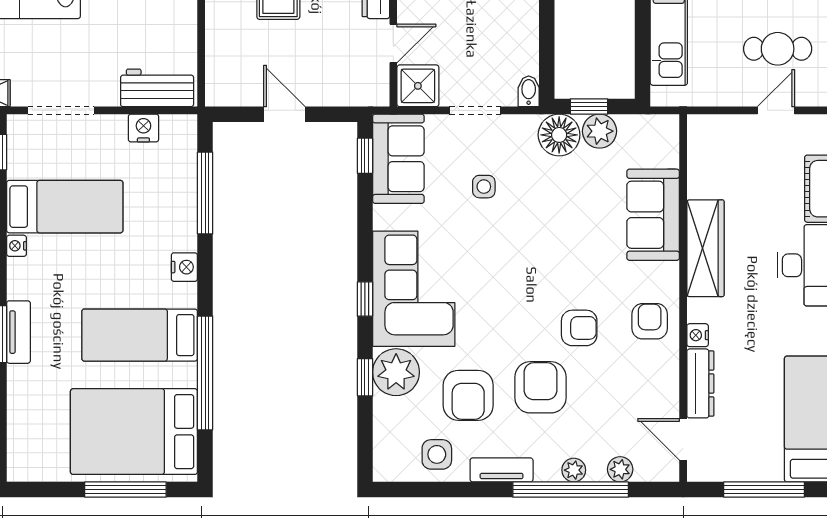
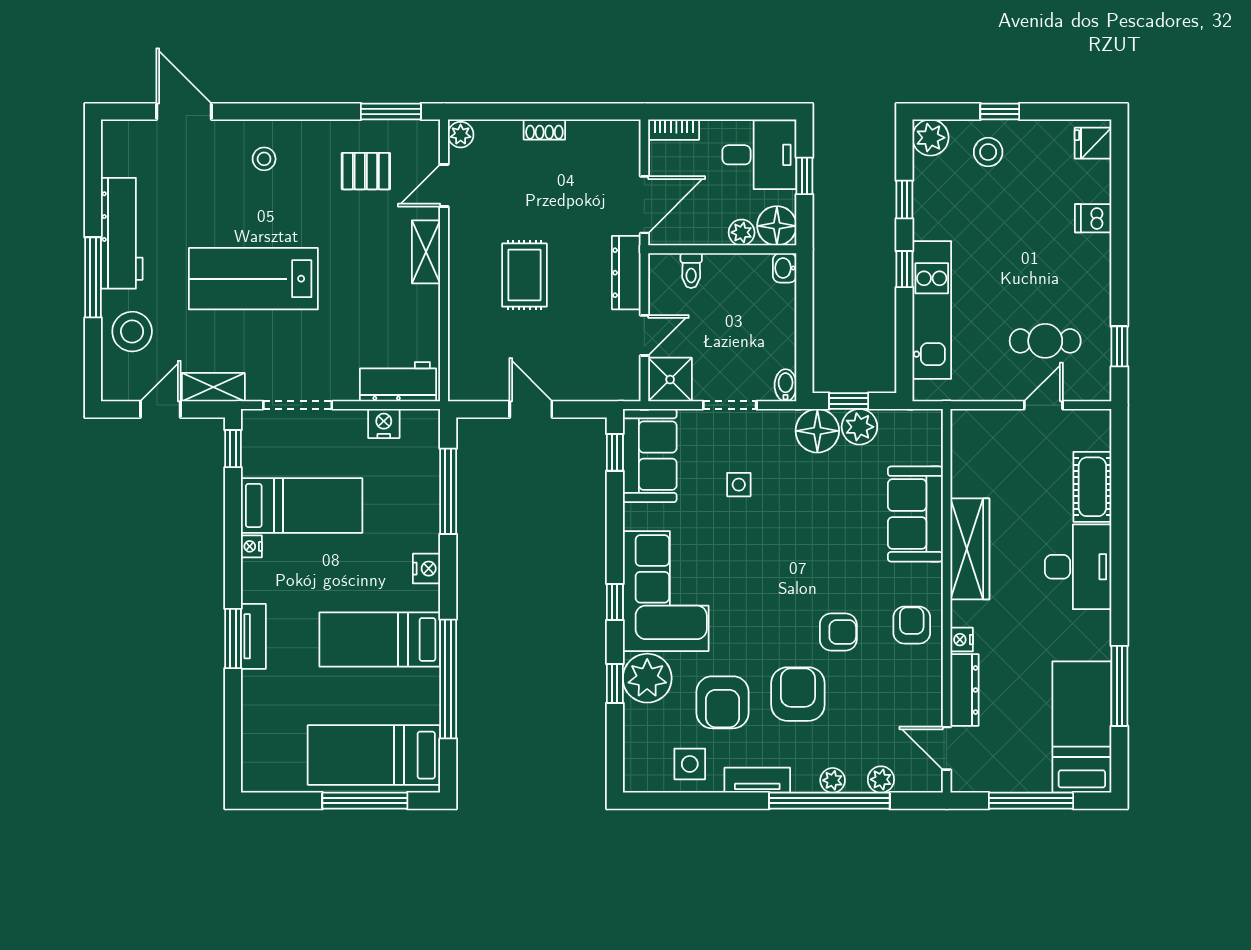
bed: (134, 432) -> (374, 755), width x0.67

